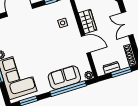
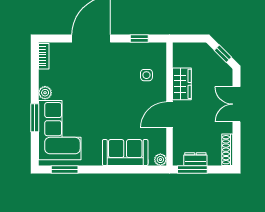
door: (86, 44) -> (169, 115), swing flipped
window: (121, 72) -> (192, 169), moved
window: (68, 89) -> (126, 169), removed

